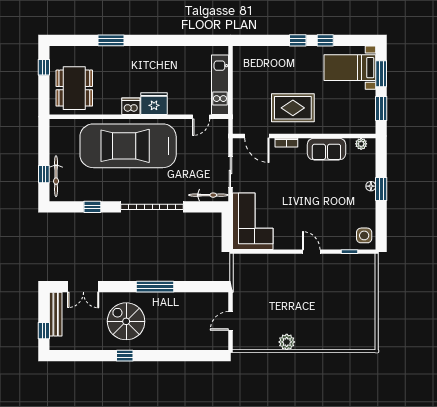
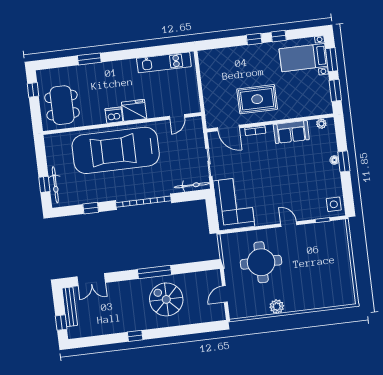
kitchen unit: (220, 85) -> (164, 62), moved, turned -90
round table: (275, 290) -> (261, 262), added
spiral stairs: (126, 321) -> (166, 299), moved

